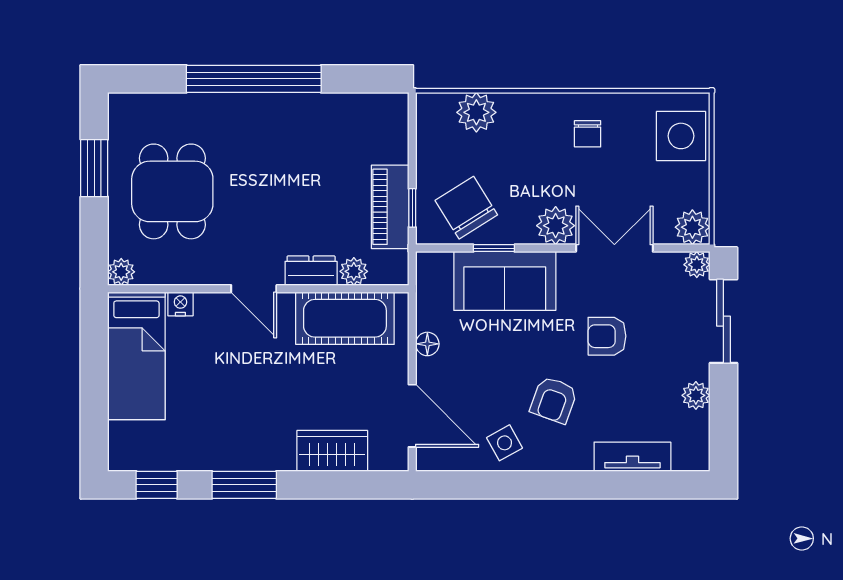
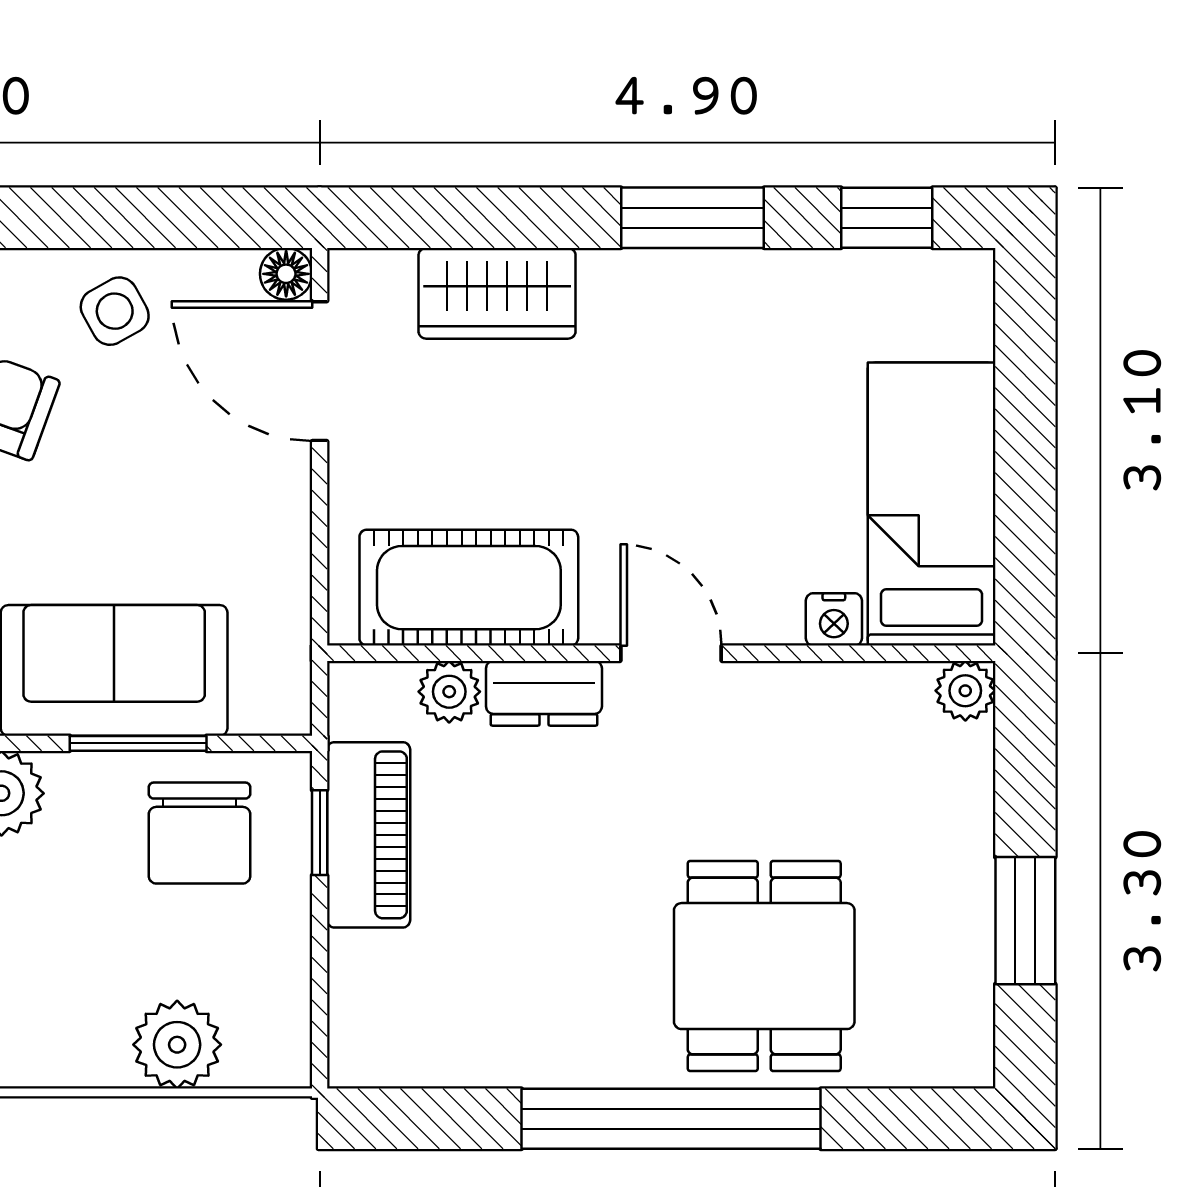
dining table: (172, 191) -> (764, 966), moved
chair: (466, 208) -> (200, 833), turned 32
window: (494, 248) -> (138, 743), width x1.50
floor lamp: (427, 344) -> (286, 274), moved

